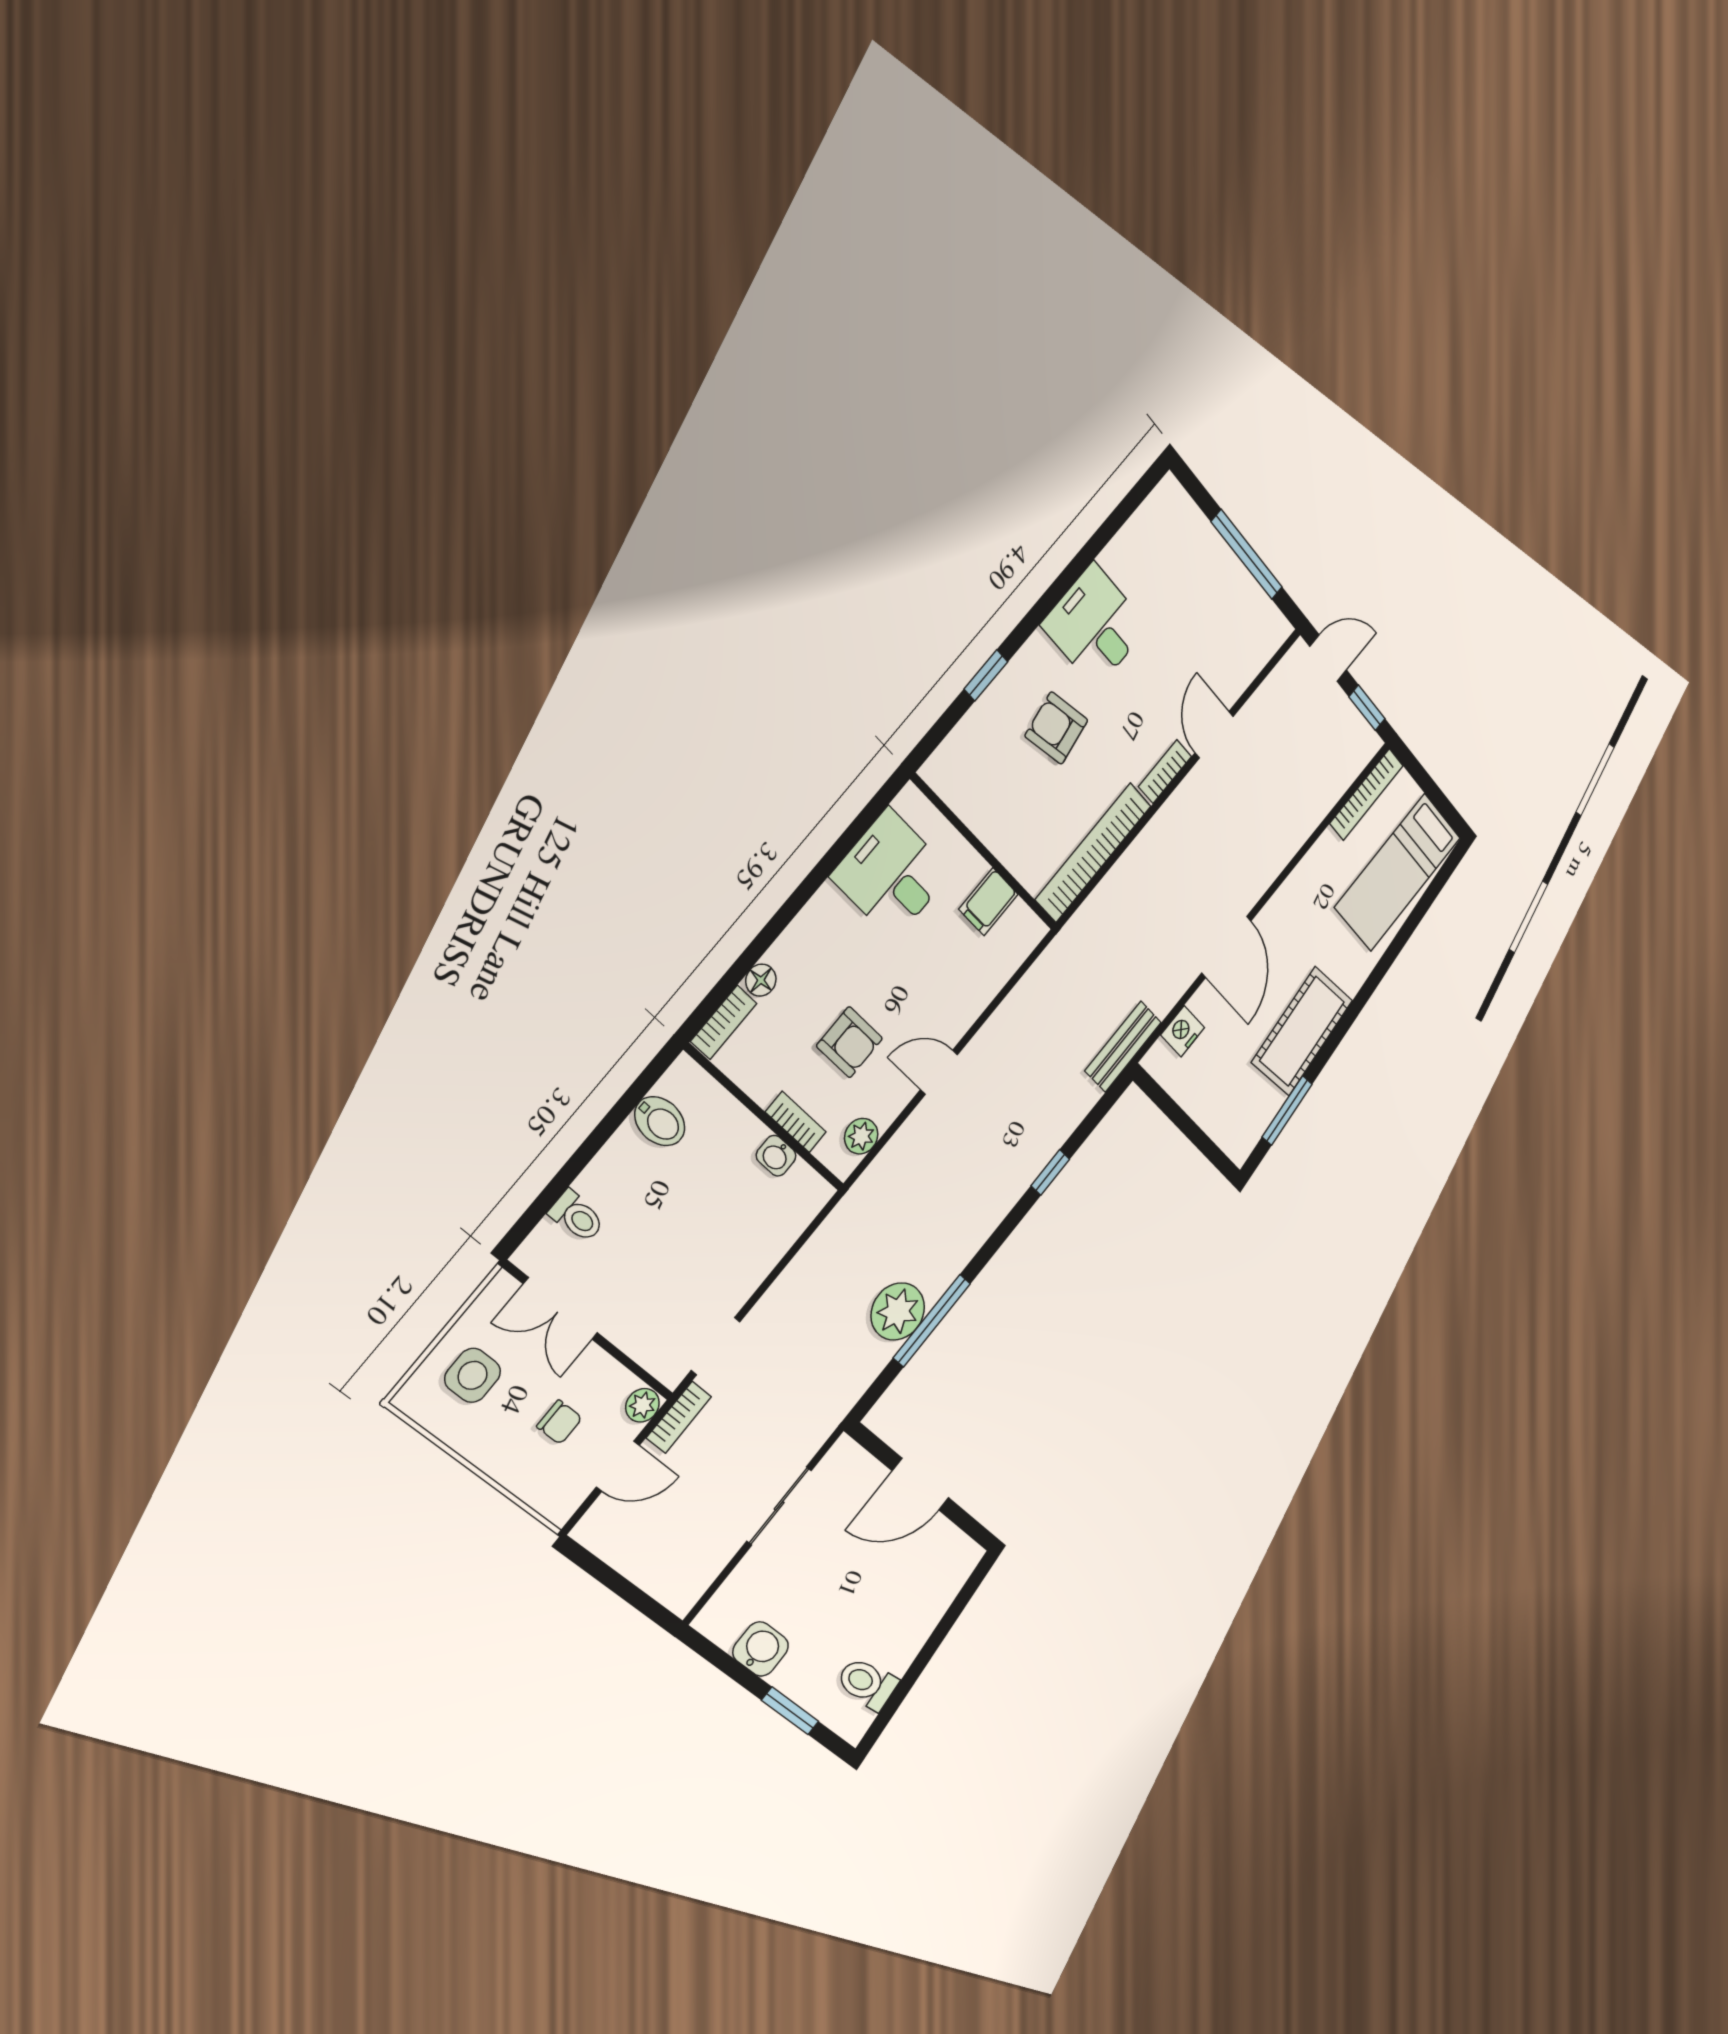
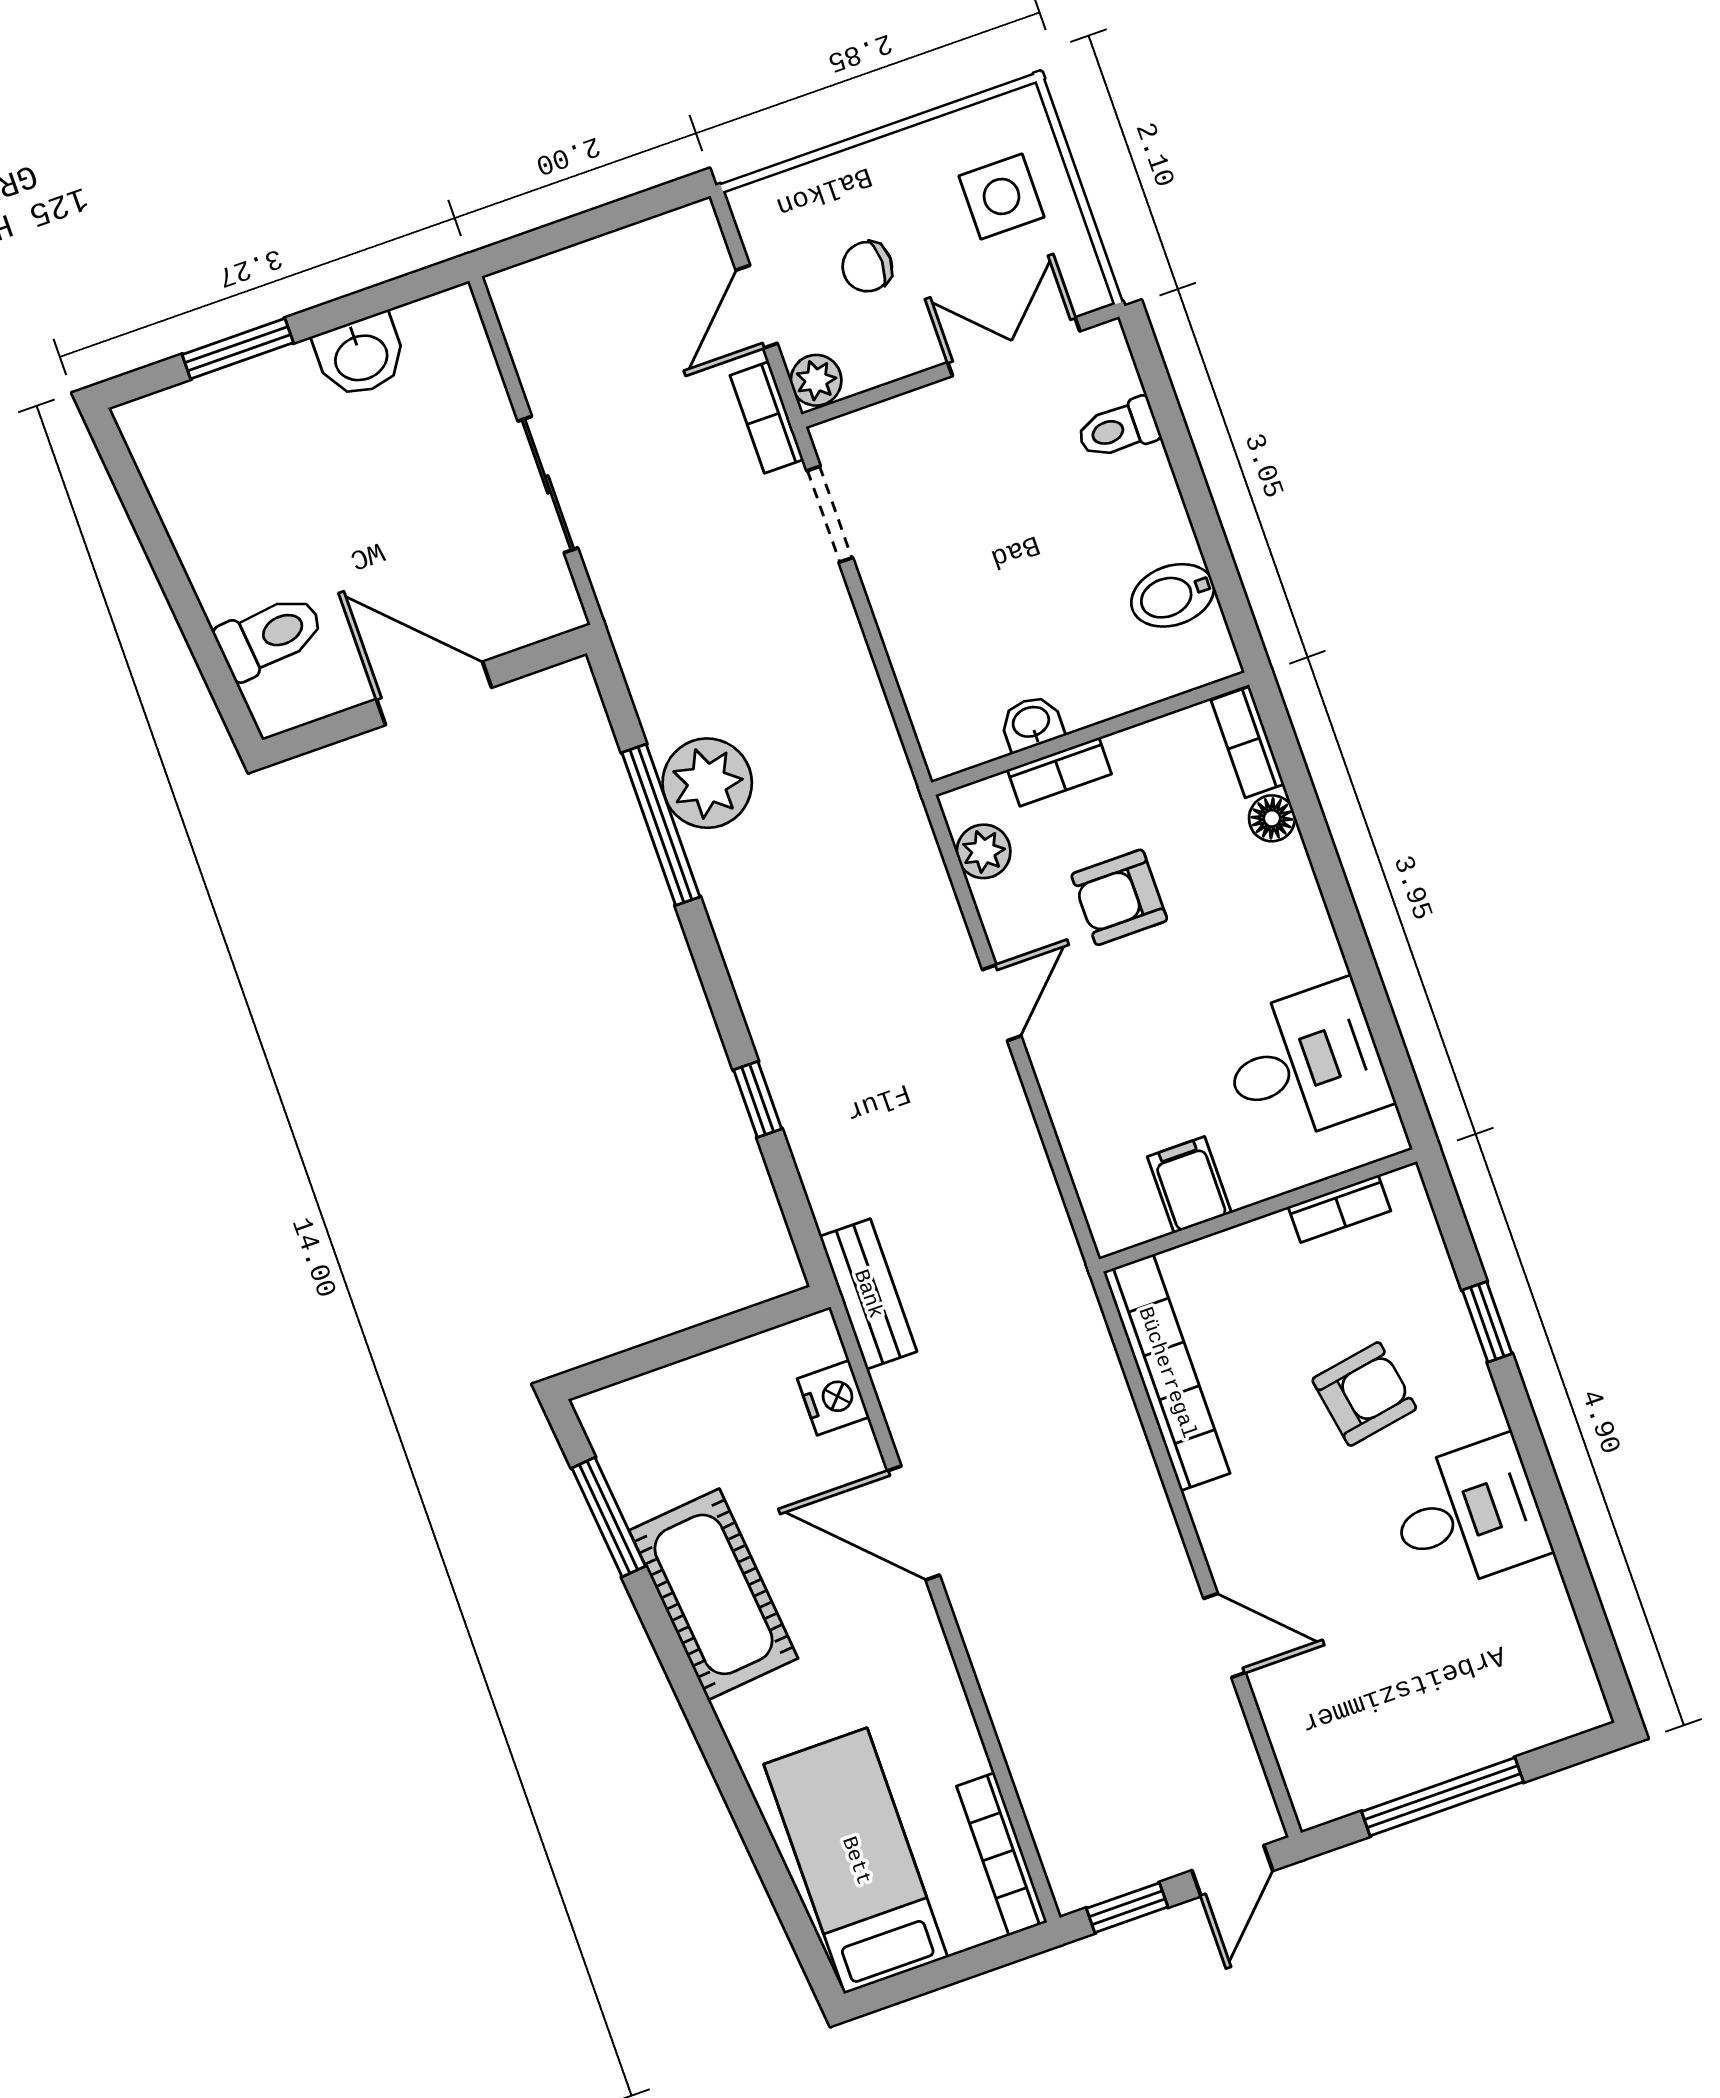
bookcase: (1165, 772) -> (1339, 1209), moved, turned 90
door: (921, 1484) -> (434, 693), hinge flipped
toilet: (867, 1683) -> (270, 636), moved

